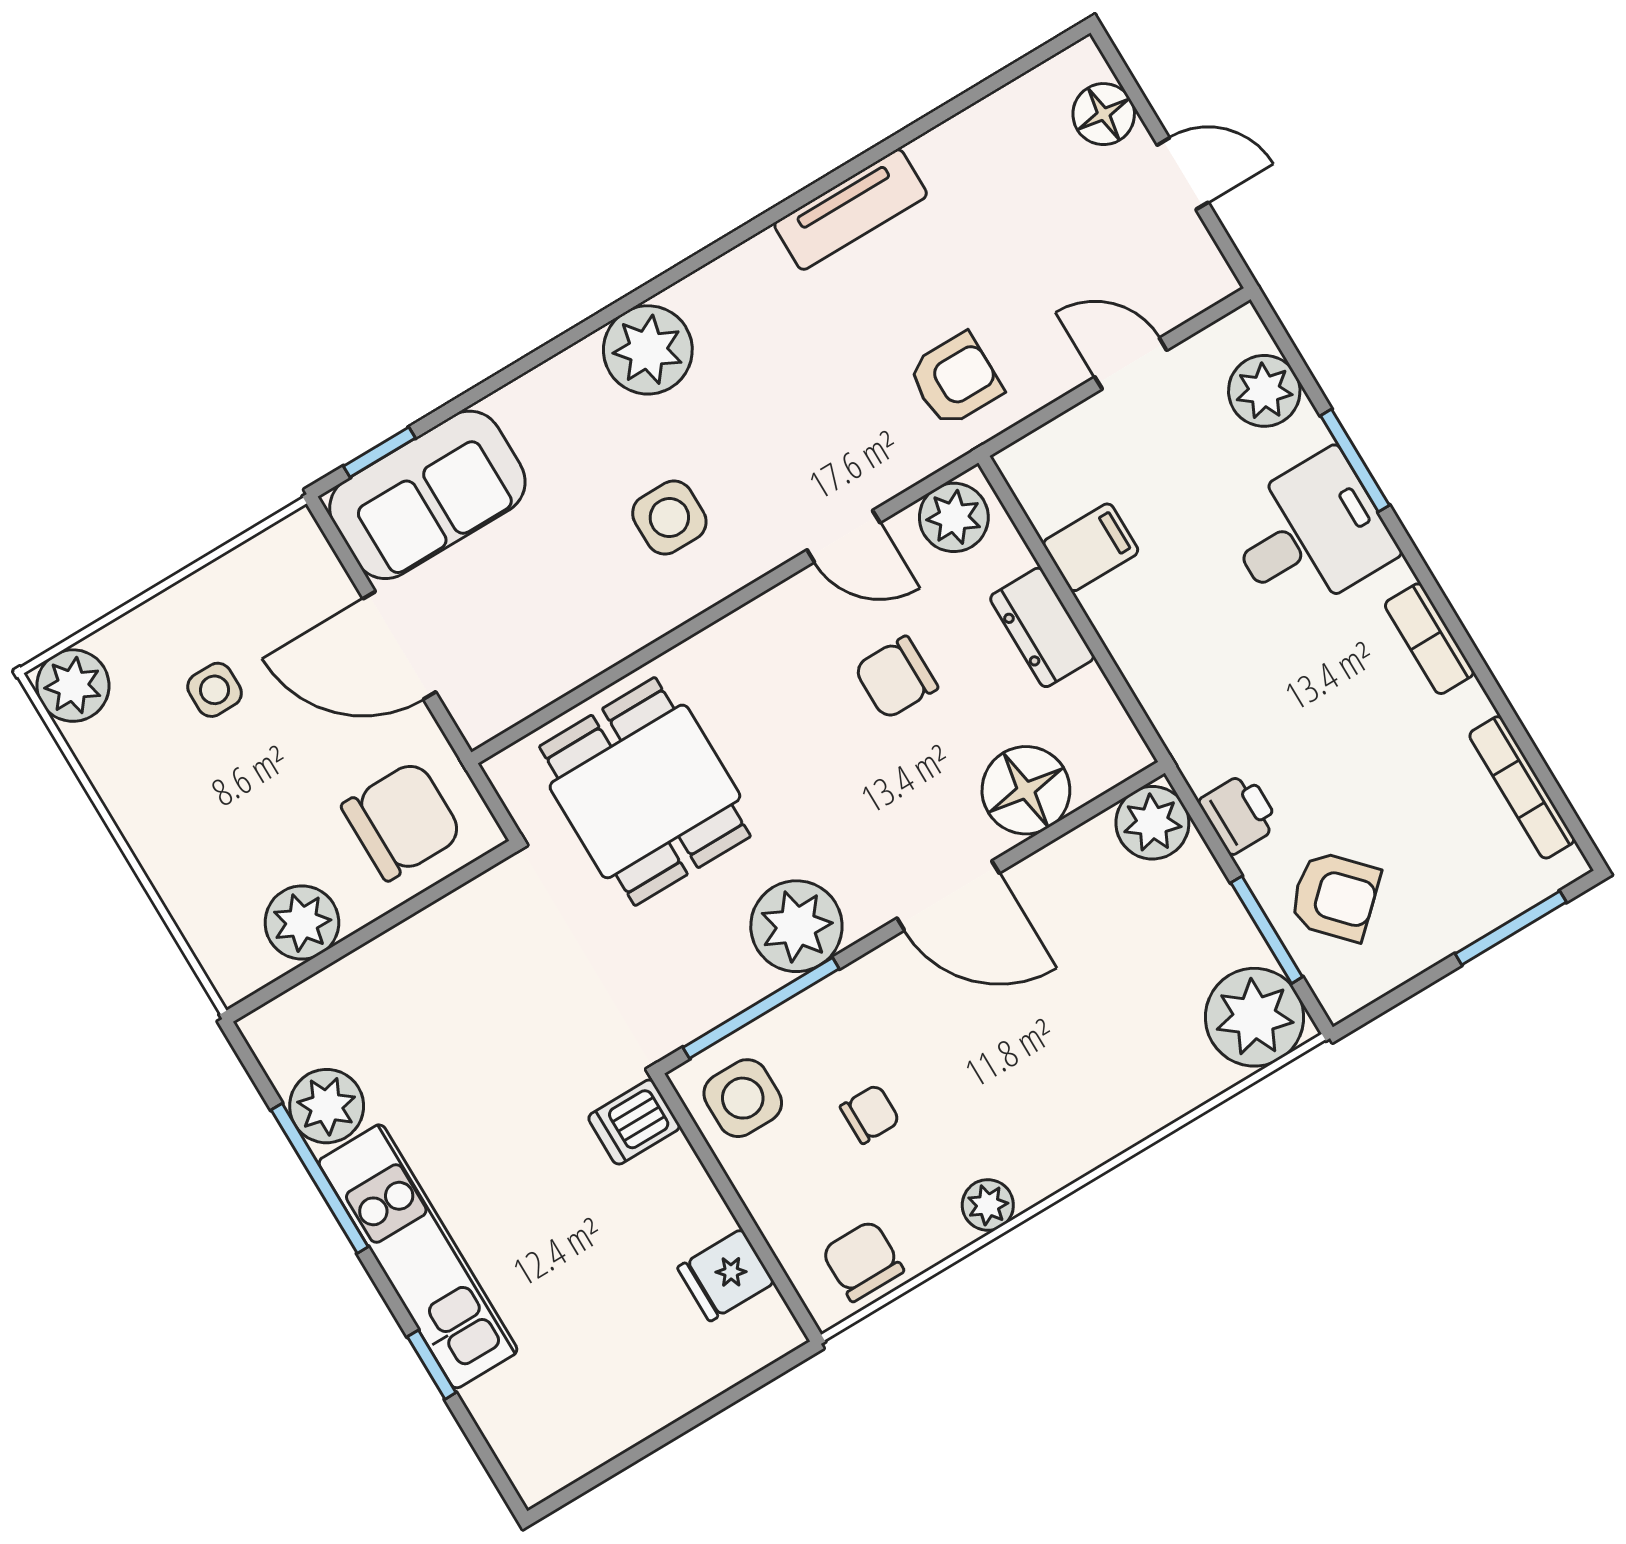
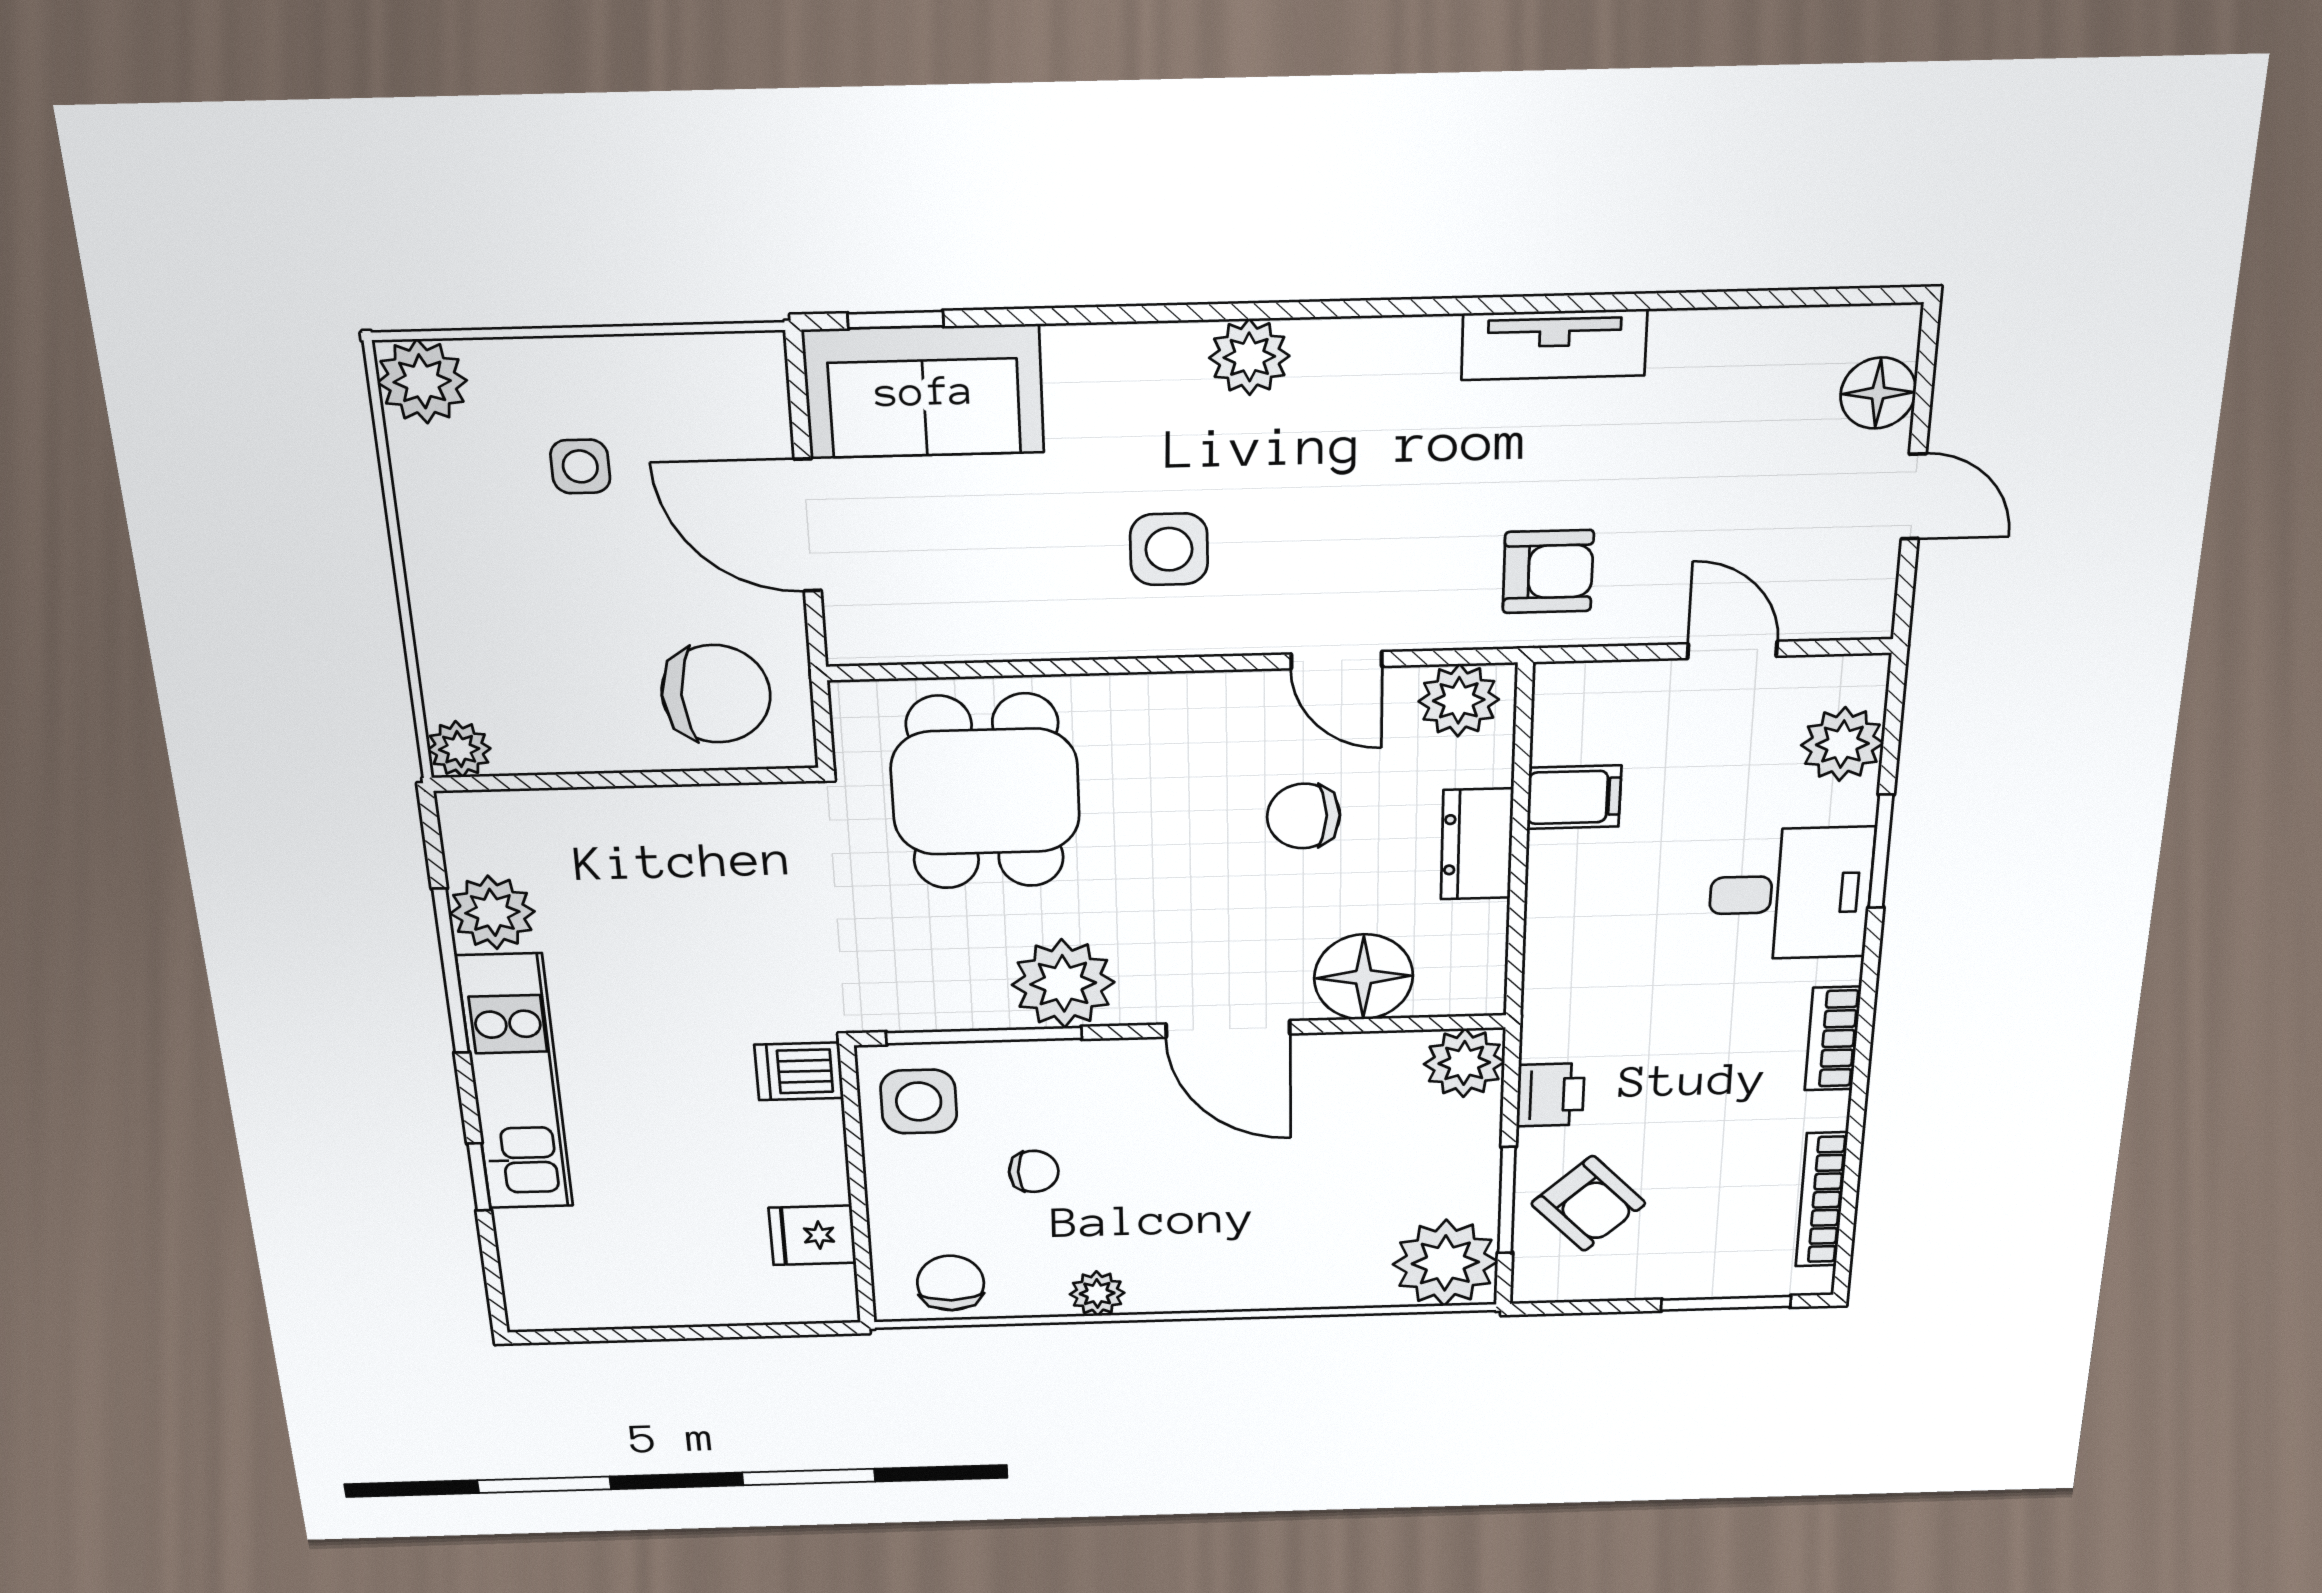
plant: (648, 350) -> (1249, 357), width x0.73, depth x0.73
plant: (302, 922) -> (459, 749), moved, width x0.73, depth x0.73

